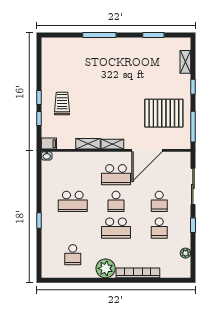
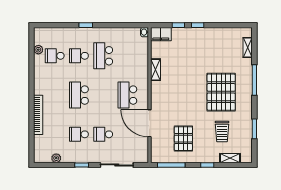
pallet: (113, 72) -> (221, 92), added
trolley: (62, 104) -> (222, 132), moved, turned 90
pallet: (164, 113) -> (183, 139), width x0.73, depth x0.71
filing cabinet: (49, 144) -> (161, 34), width x2.00
shelving: (112, 144) -> (248, 47), moved
school desk: (116, 201) -> (79, 56), moved
plant: (106, 268) -> (38, 50), moved, width x0.53, depth x0.53

